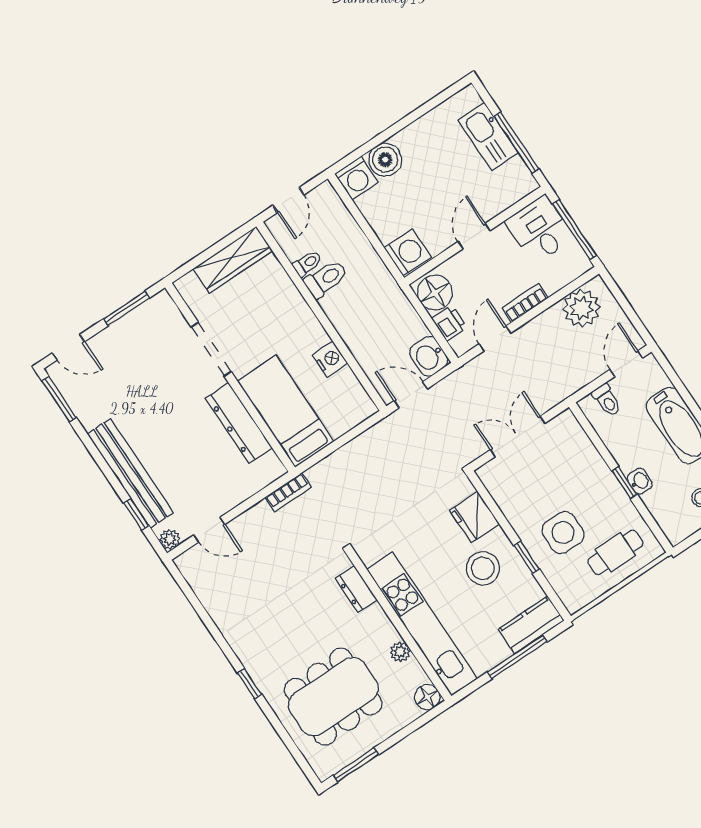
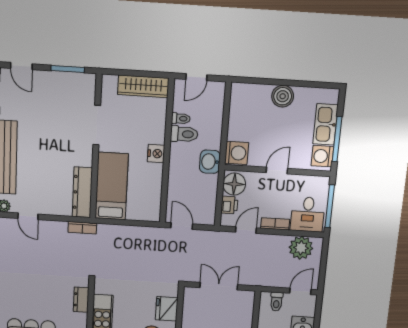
boiler: (385, 160) -> (283, 96), moved
washing machine: (356, 178) -> (322, 156), moved, turned 90
desk: (540, 230) -> (308, 214), moved, turned 180
washbasin: (429, 356) -> (210, 162), moved
nightstand: (330, 359) -> (156, 154), moved
dresser: (239, 423) -> (82, 192), moved

